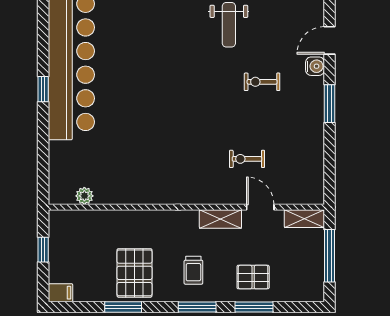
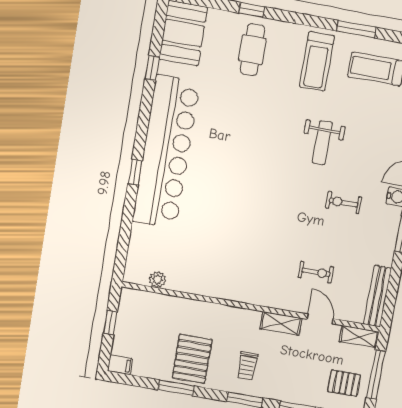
exercise bike: (247, 159) -> (316, 272), turned 180
bench: (315, 173) -> (377, 296), added
pallet: (253, 277) -> (344, 383), moved

